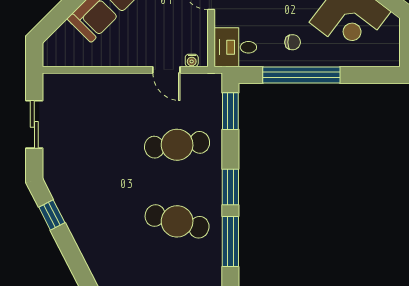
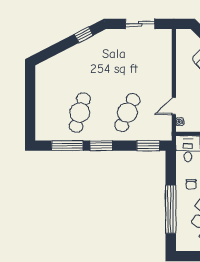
window: (301, 75) -> (171, 209), moved
cafe table: (177, 145) -> (127, 113), turned 30

